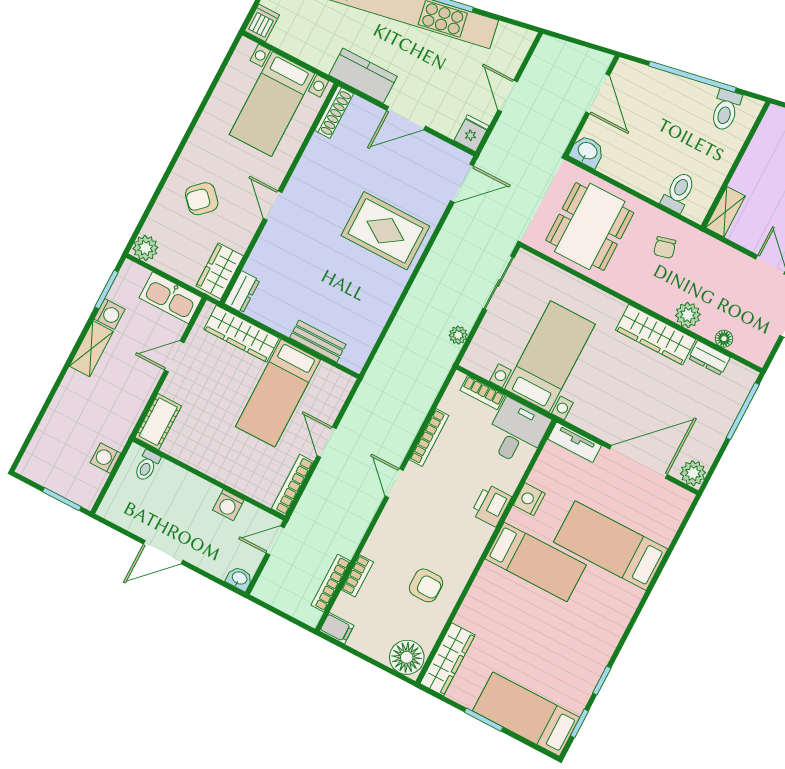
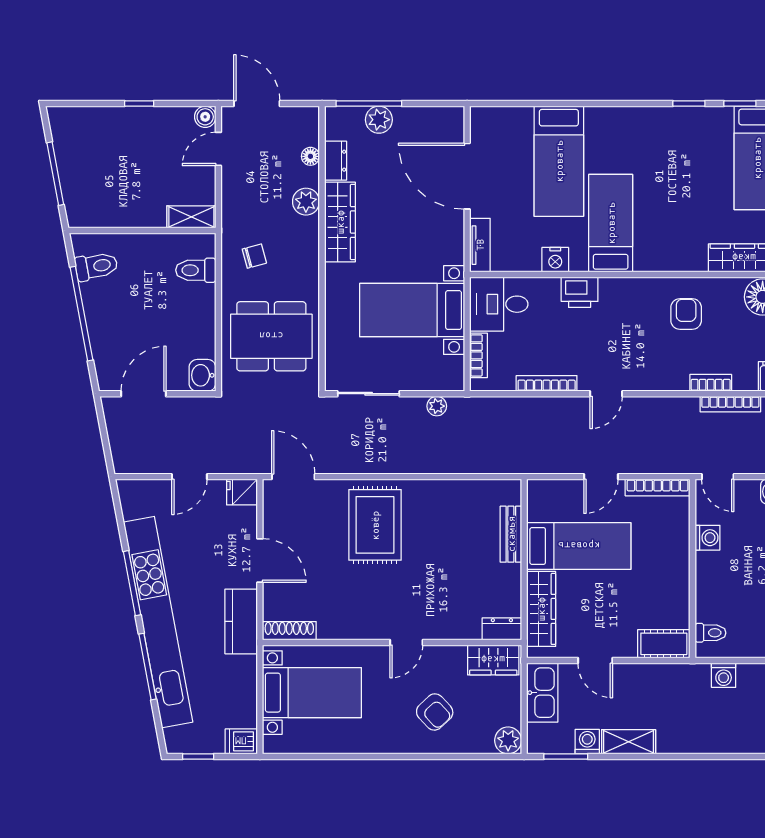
plant: (693, 473) -> (379, 120), moved

